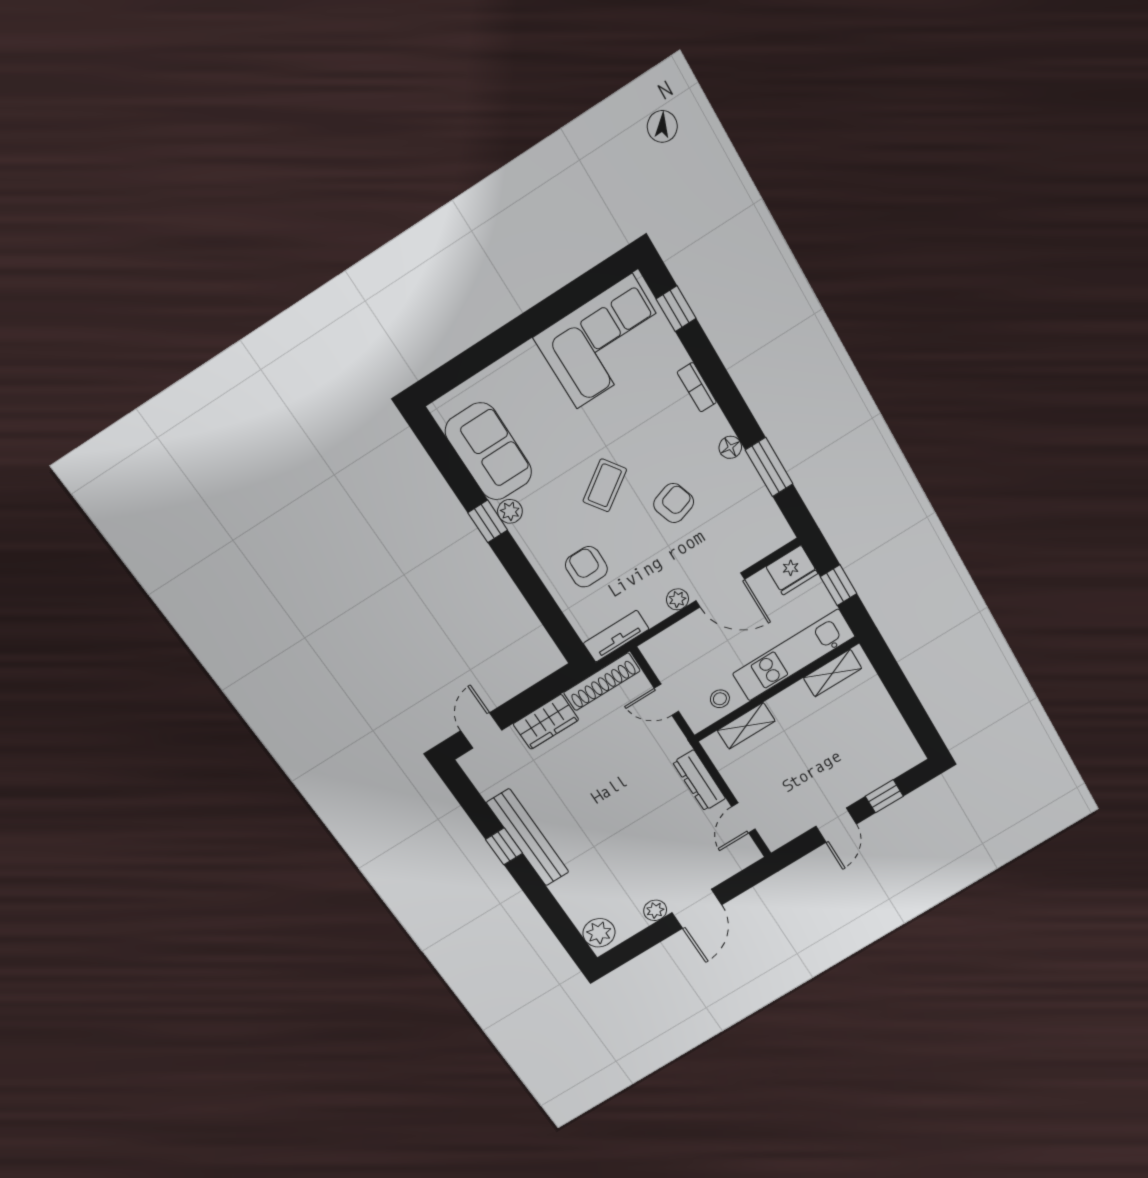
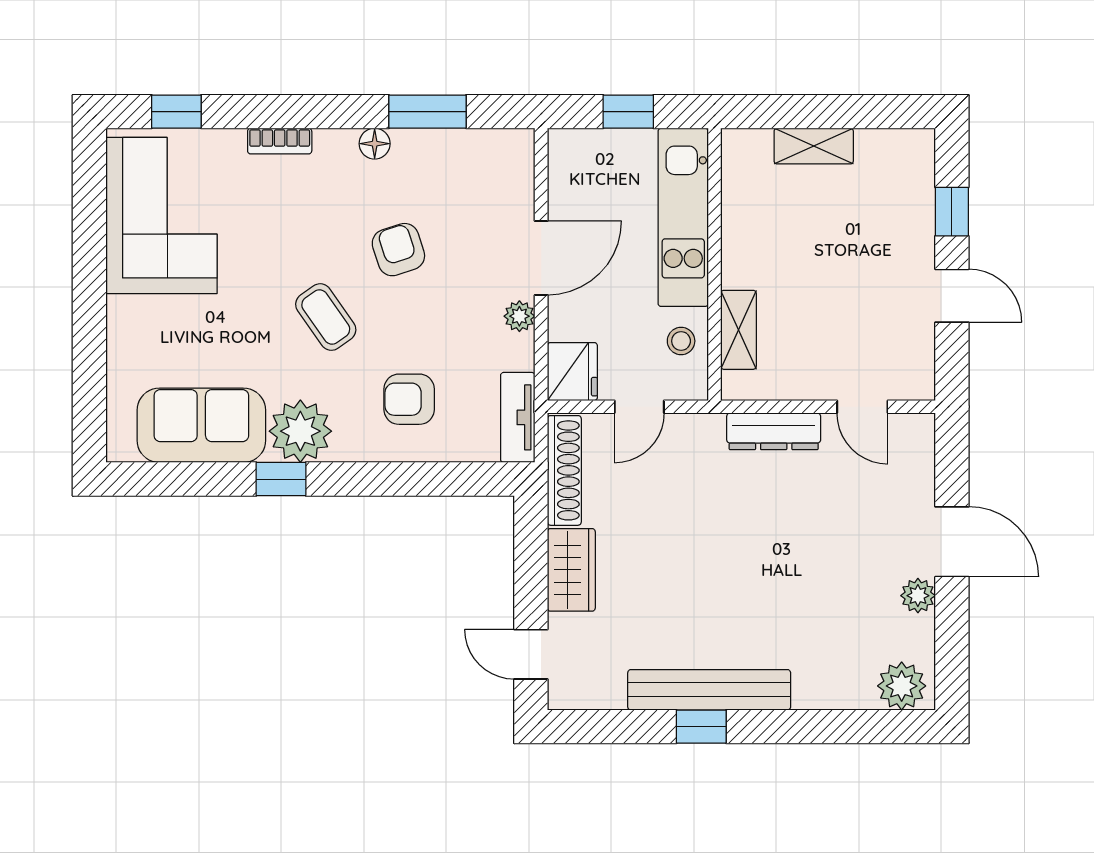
plant: (510, 511) -> (300, 431), width x1.87, depth x1.87
fridge: (792, 570) -> (572, 372), moved
shelving: (833, 673) -> (814, 146), moved, turned 90

